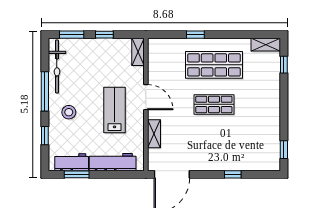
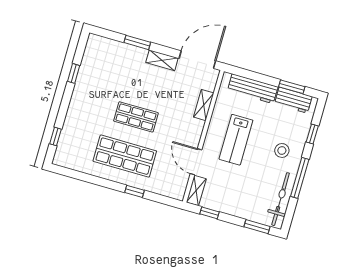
window: (104, 35) -> (209, 213), moved
shelving: (266, 45) -> (162, 60), moved
door: (146, 97) -> (196, 162), moved
window: (284, 150) -> (74, 73), moved
window: (233, 174) -> (137, 42), width x1.50

